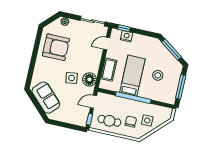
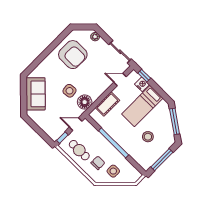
bed: (132, 76) -> (142, 106), moved, turned 180

